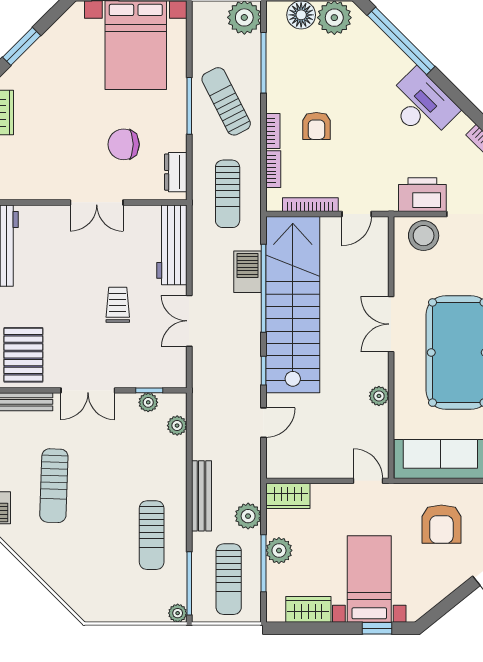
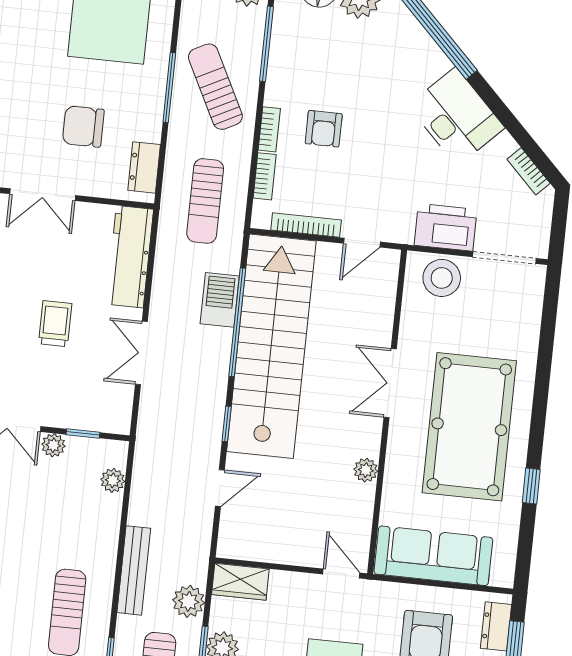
plant: (148, 402) -> (53, 445), moved

